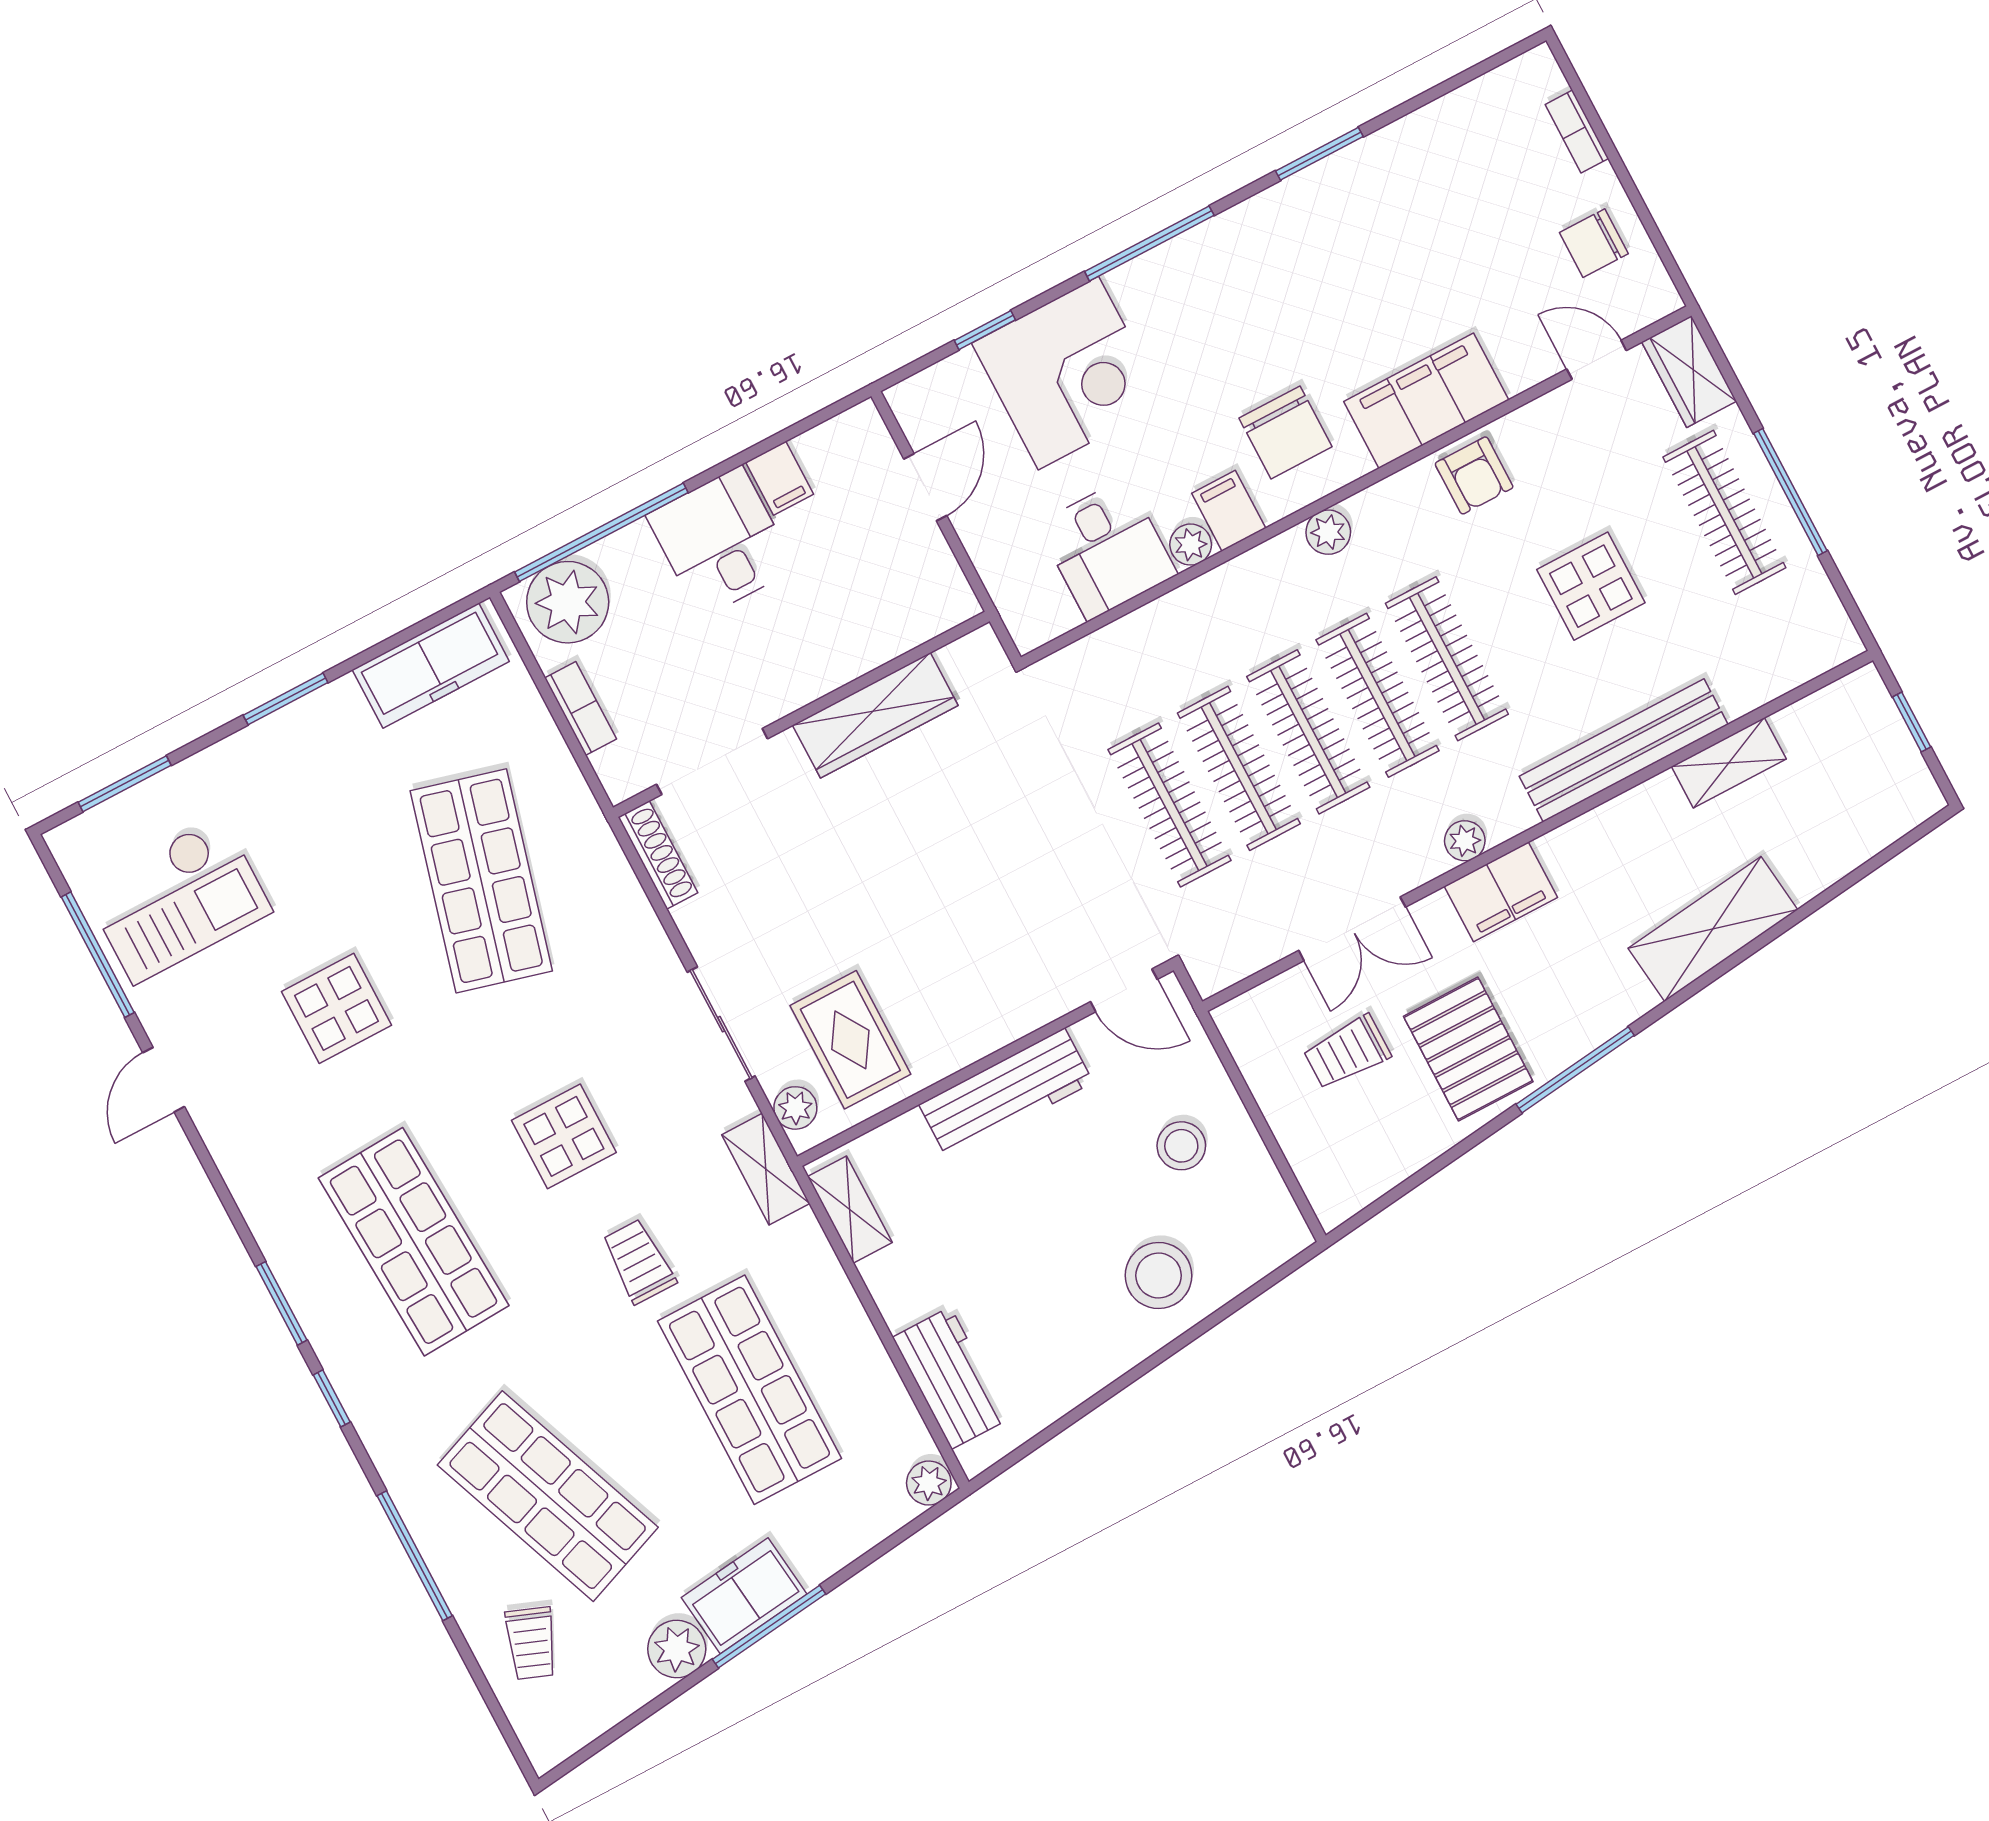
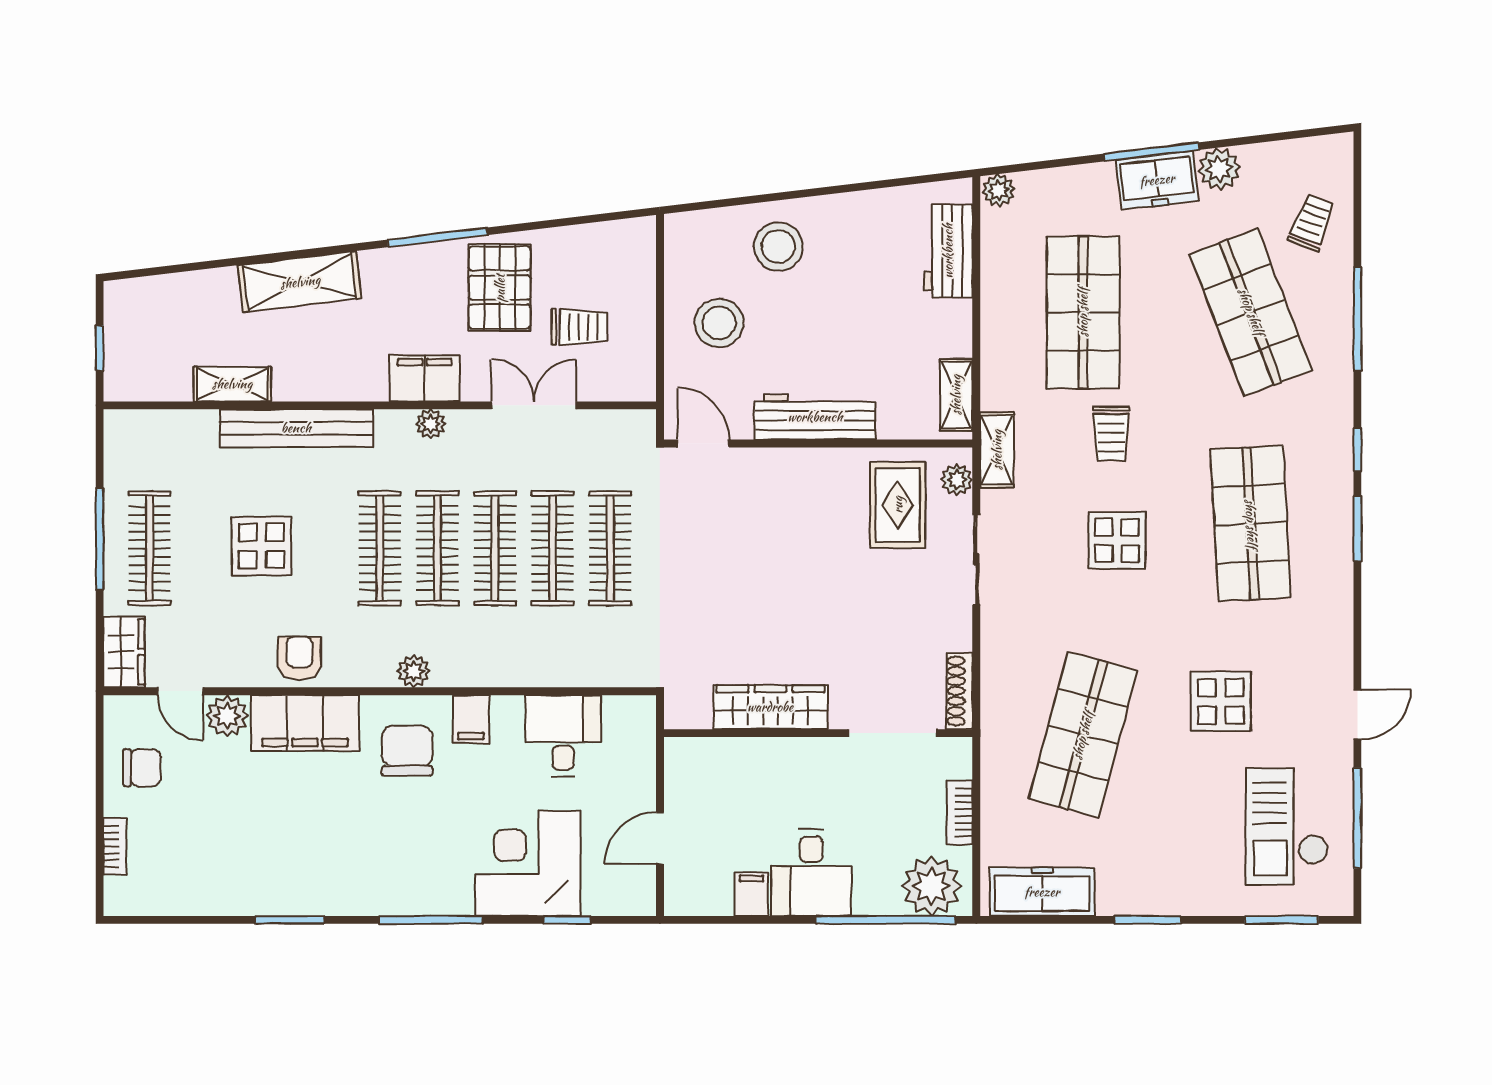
plant: (1191, 545) -> (227, 716), moved, width x1.38, depth x1.38
checkout: (178, 900) -> (1287, 826), turned -90
stool: (1181, 1146) -> (719, 323), width x1.38, depth x1.38

